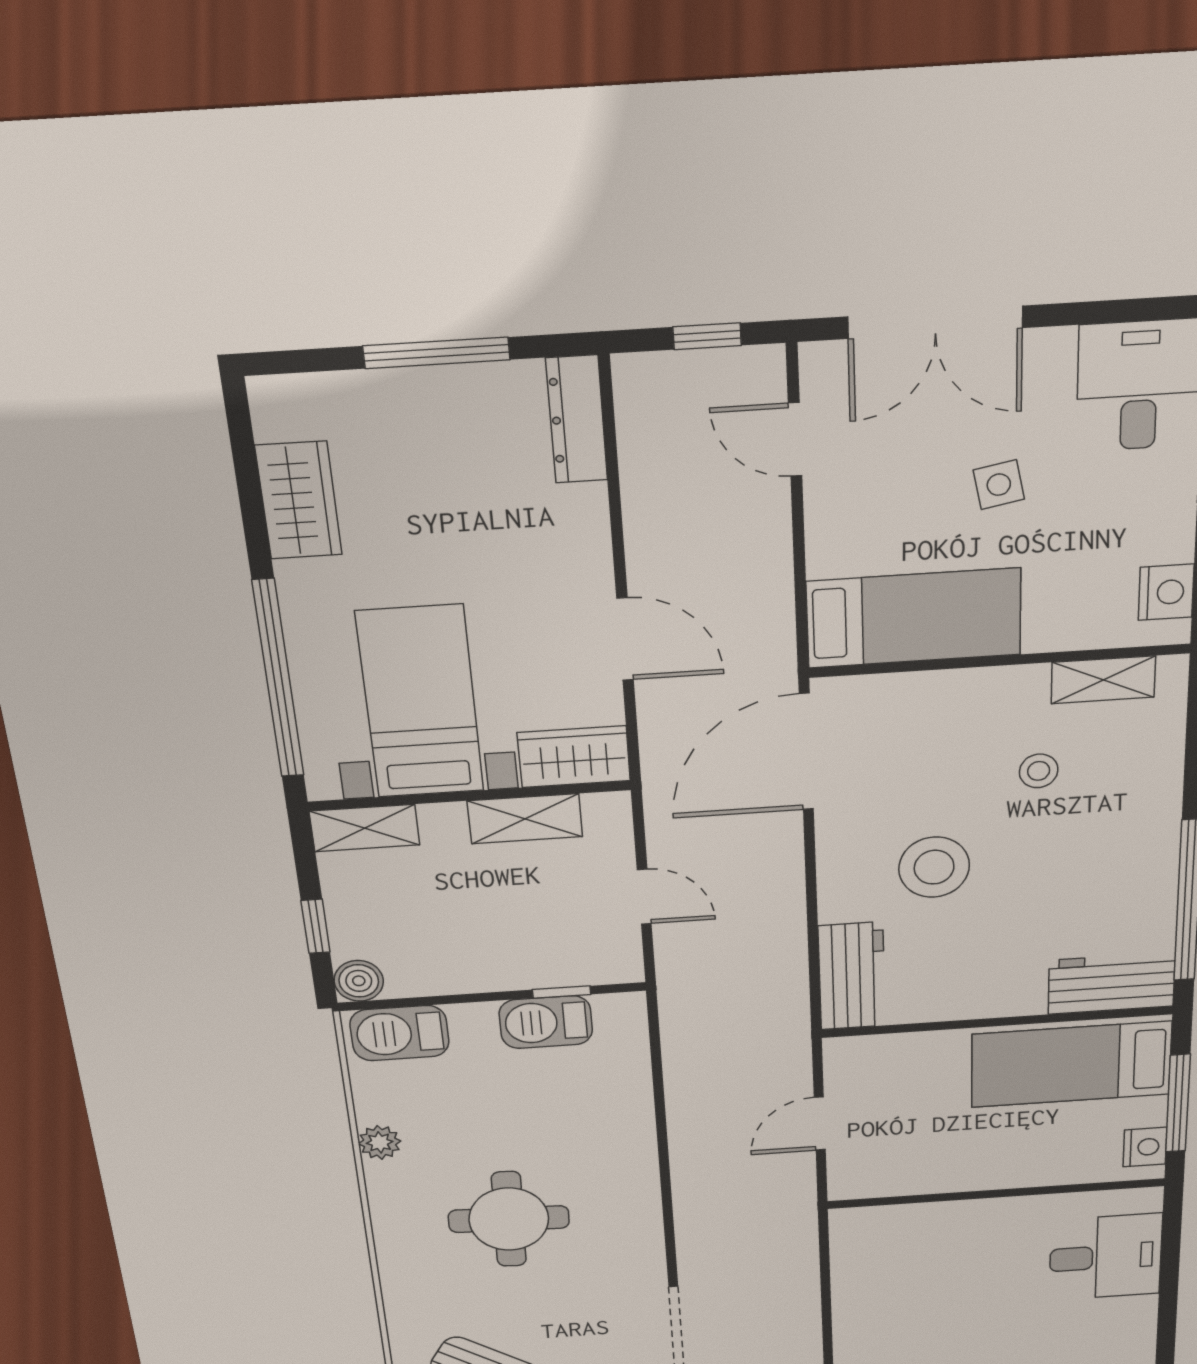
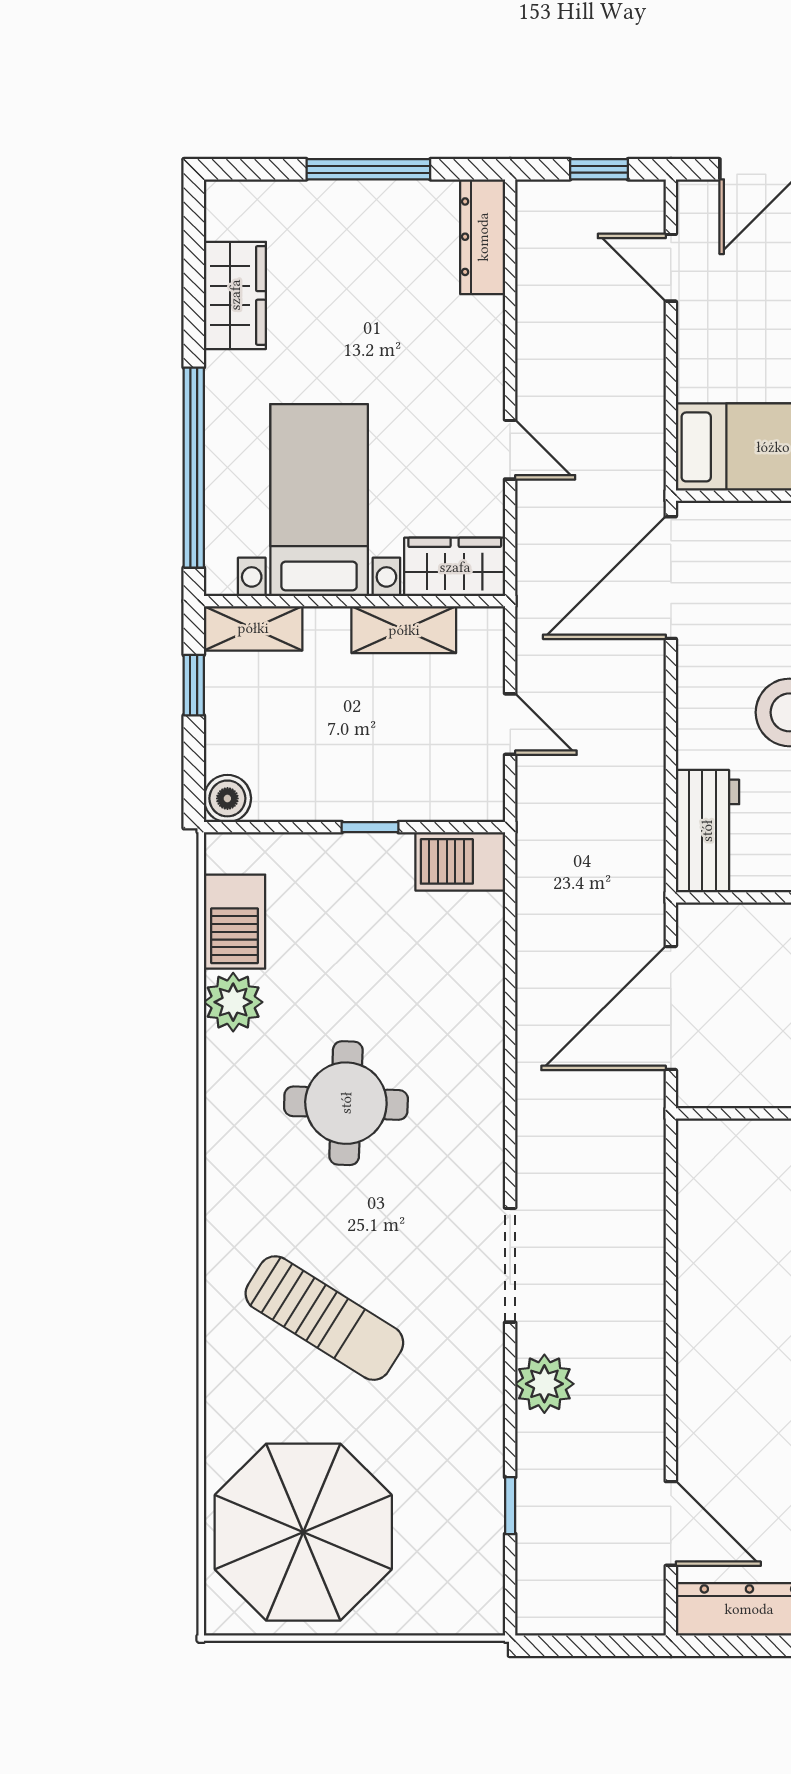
door: (625, 639) -> (510, 450), width x0.73
window: (316, 926) -> (194, 685), moved
window: (562, 992) -> (370, 827), moved
barbecue: (546, 1022) -> (460, 861), moved
barbecue: (400, 1033) -> (234, 922), moved, turned -90
door: (820, 1124) -> (671, 1008), width x1.87
plant: (380, 1142) -> (233, 1002), width x1.38, depth x1.38

